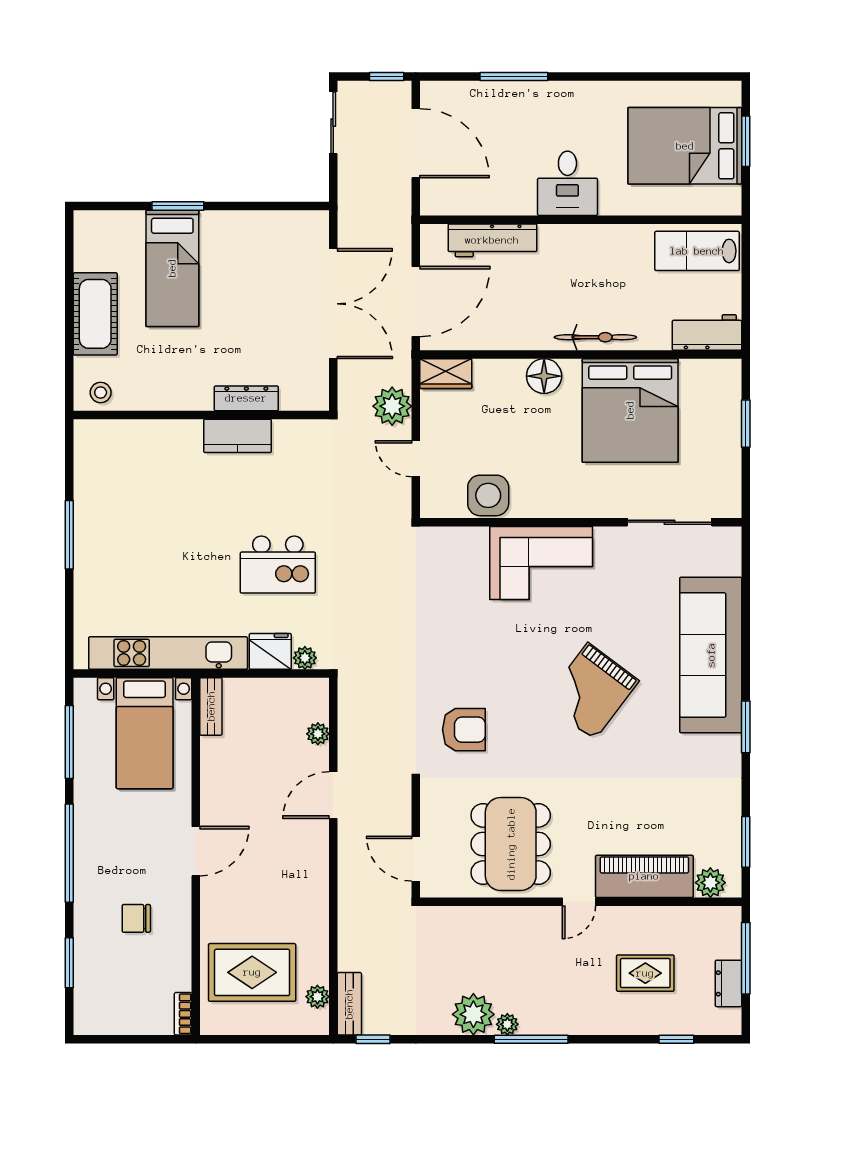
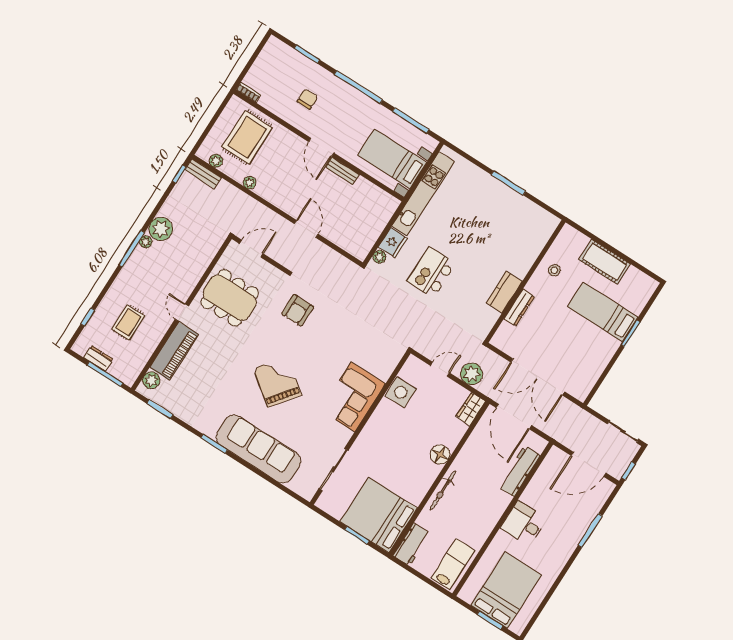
stool: (101, 393) -> (554, 270), moved
bed: (630, 410) -> (379, 515), moved
bench: (211, 706) -> (342, 171), moved
plant: (318, 734) -> (250, 183), moved

